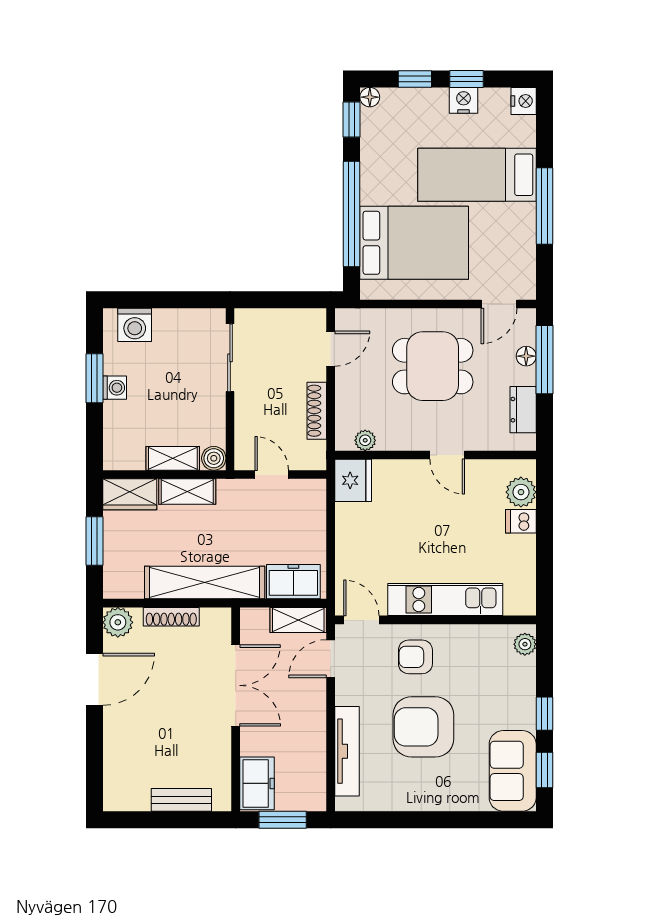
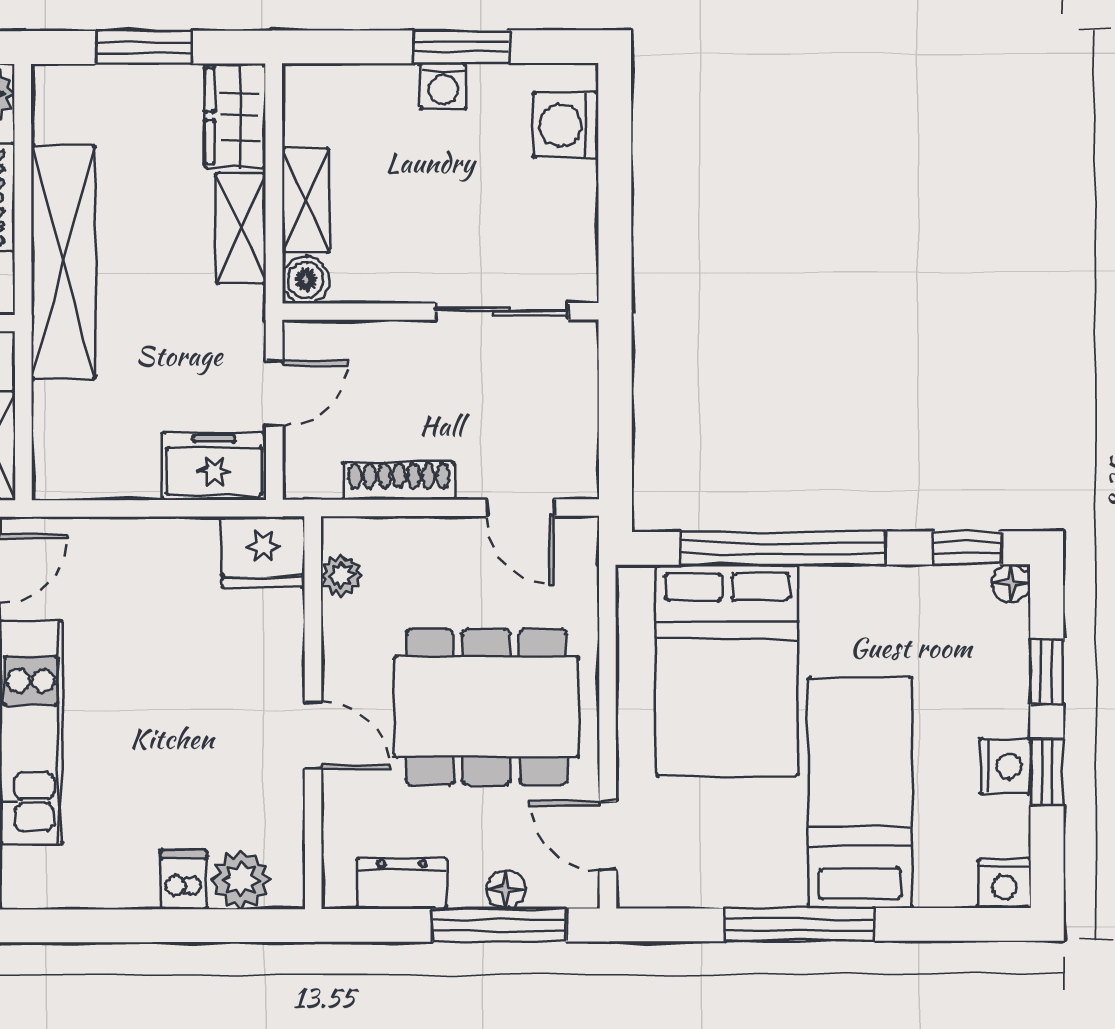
dining table: (433, 366) -> (486, 707), width x1.38
door: (447, 455) -> (313, 736), swing flipped
freezer: (293, 582) -> (214, 466), moved, turned -90

